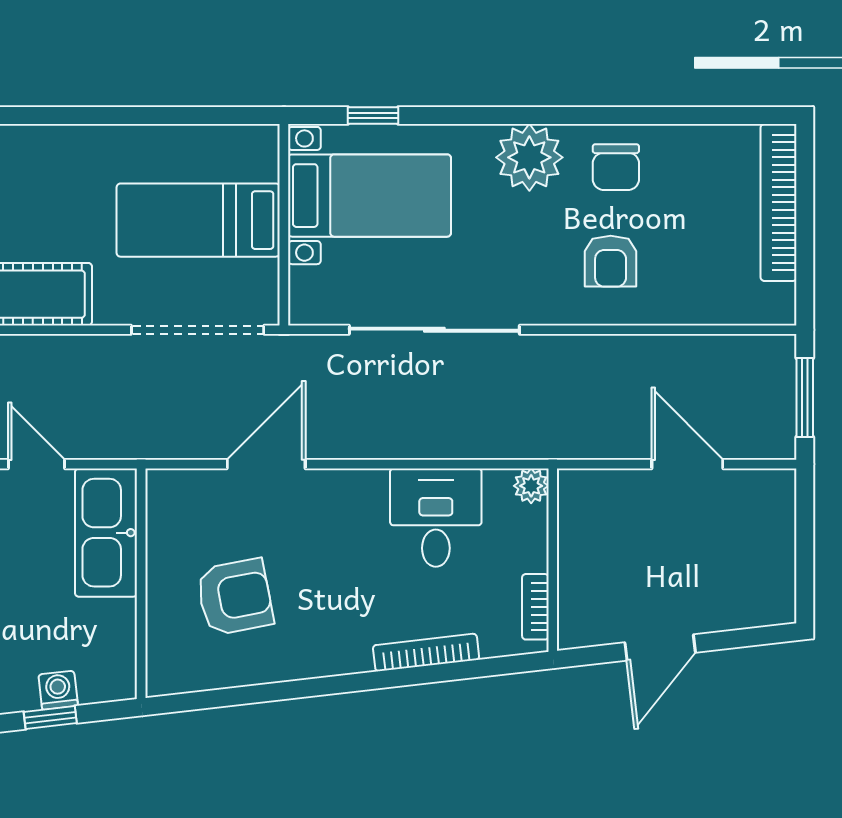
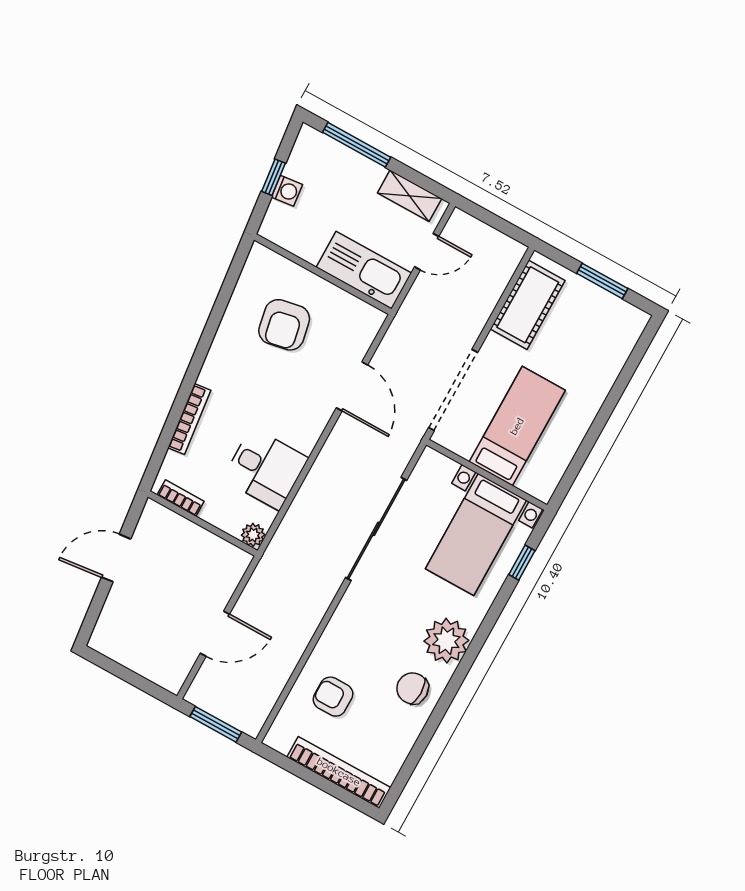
armchair: (611, 261) -> (333, 697), moved
door: (660, 648) -> (116, 558), hinge flipped

